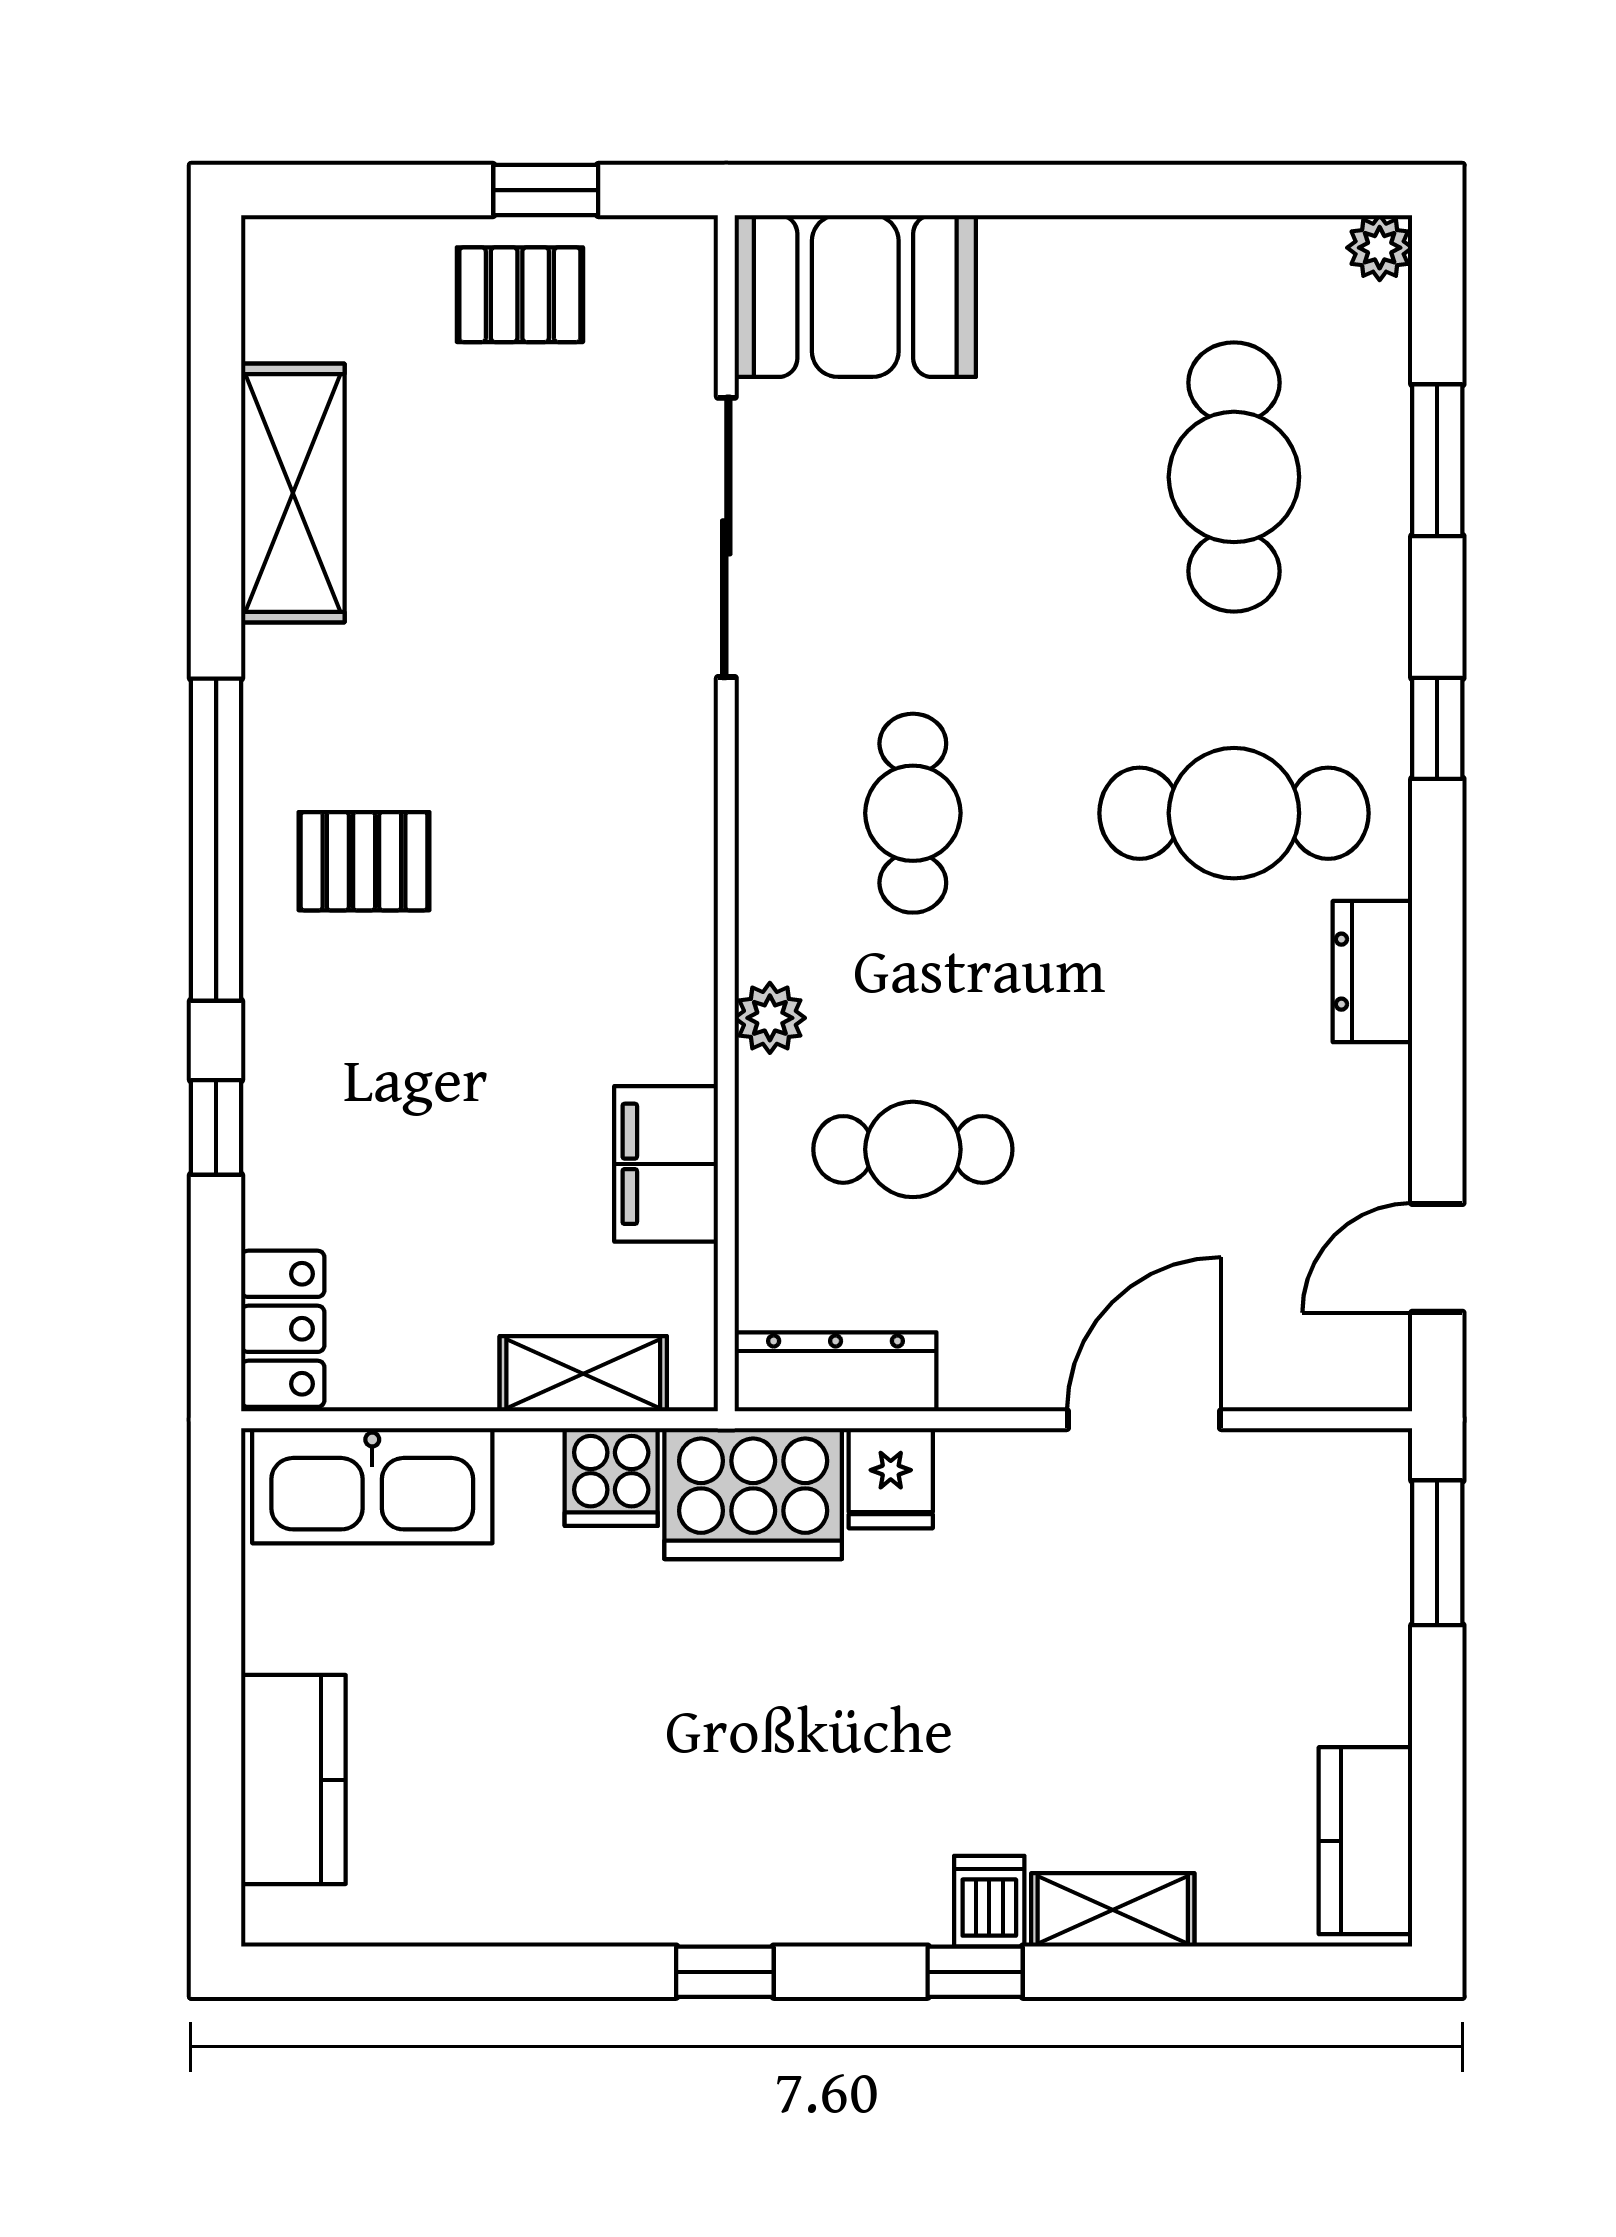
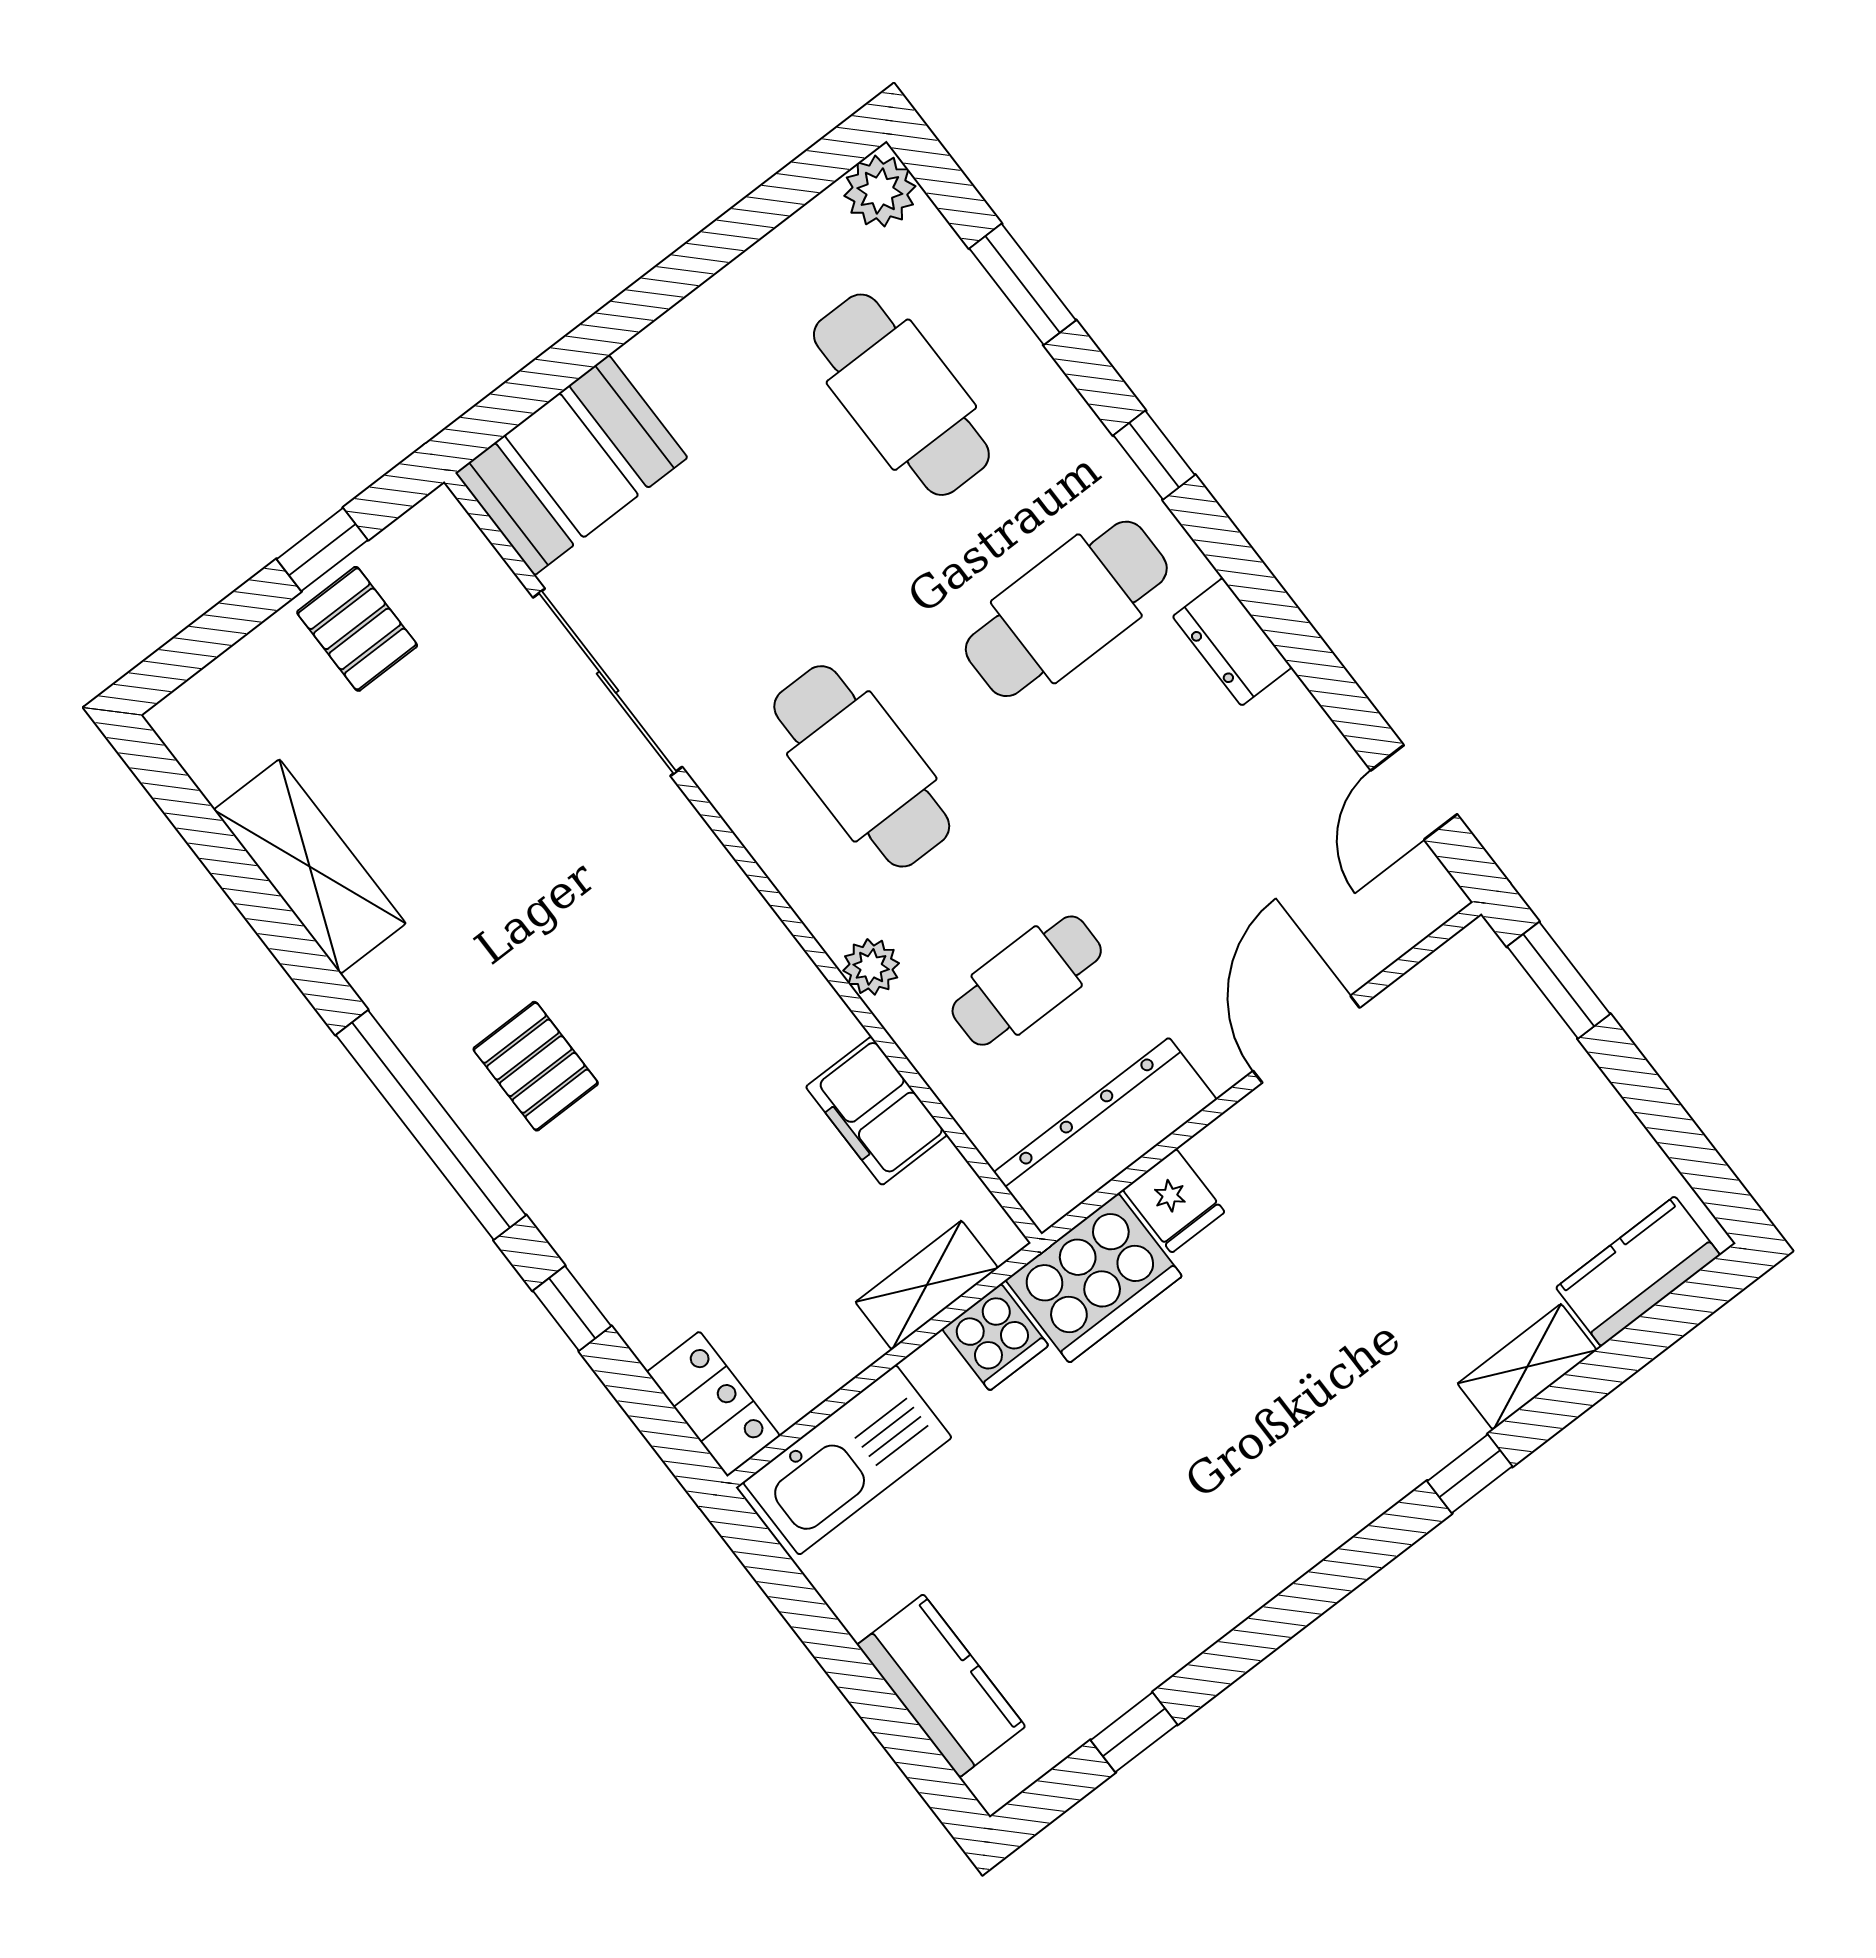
plant: (1380, 248) -> (880, 191), width x1.38, depth x1.38
pallet: (520, 295) -> (357, 629), turned 90
cafe table: (913, 813) -> (862, 766), width x1.37, depth x1.35
pallet: (364, 861) -> (536, 1066), turned 90
dresser: (836, 1372) -> (1105, 1136), width x1.37, depth x1.24
kitchen counter: (1365, 1841) -> (1638, 1271), moved, turned 90
dishwasher: (989, 1901) -> (1444, 1422), removed
window: (725, 1972) -> (1134, 1732), moved

